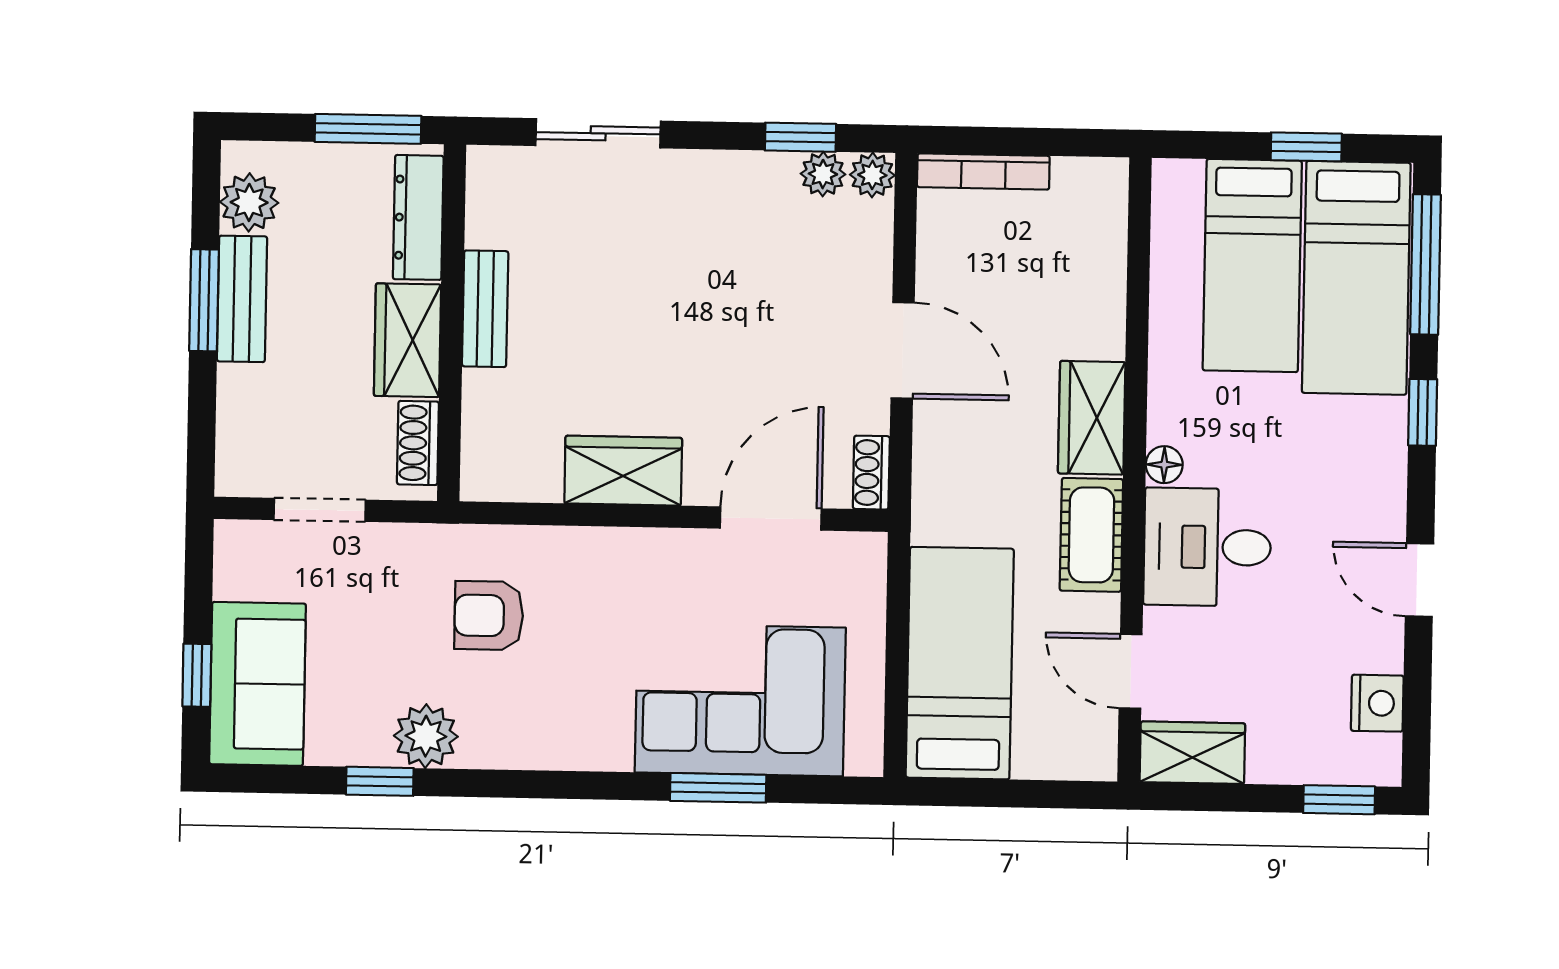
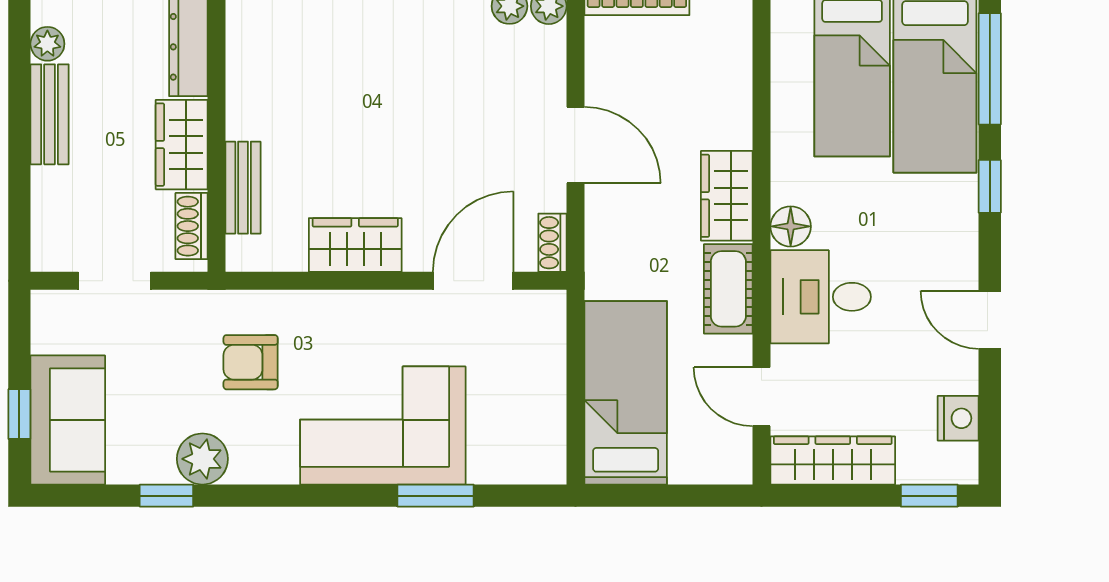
plant: (249, 202) -> (47, 44), width x0.73, depth x0.73
window: (204, 300) -> (19, 116), removed
bench: (485, 309) -> (243, 188), moved
floor lamp: (1164, 465) -> (791, 226), width x1.37, depth x1.37
corner sofa: (740, 700) -> (383, 425), moved
wardrobe: (1192, 753) -> (833, 460), width x1.50

